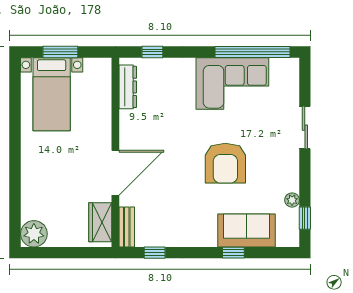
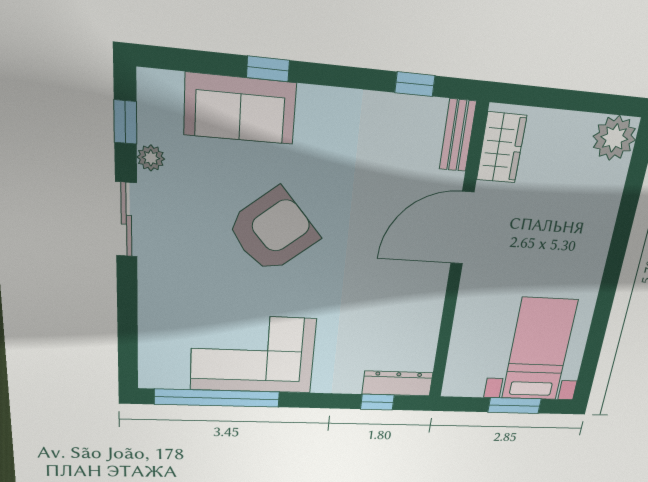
dresser: (128, 87) -> (398, 383), moved, turned 90
sliding door: (305, 128) -> (126, 220), moved
armchair: (225, 163) -> (273, 231), turned 50

